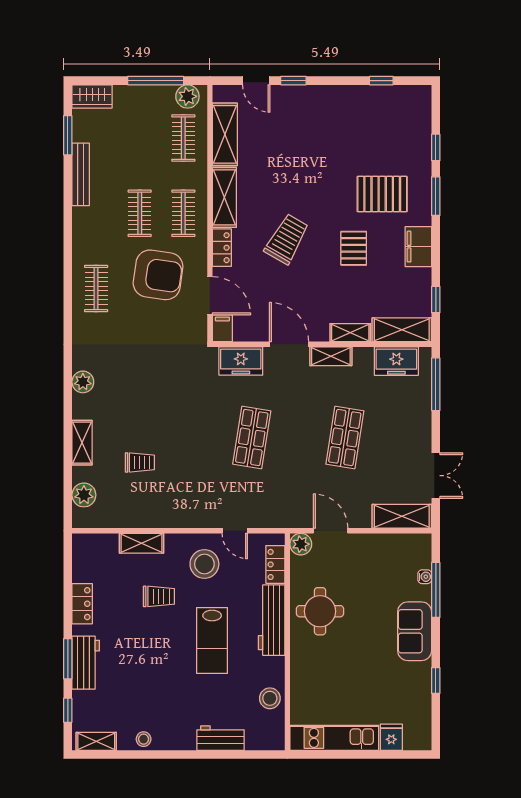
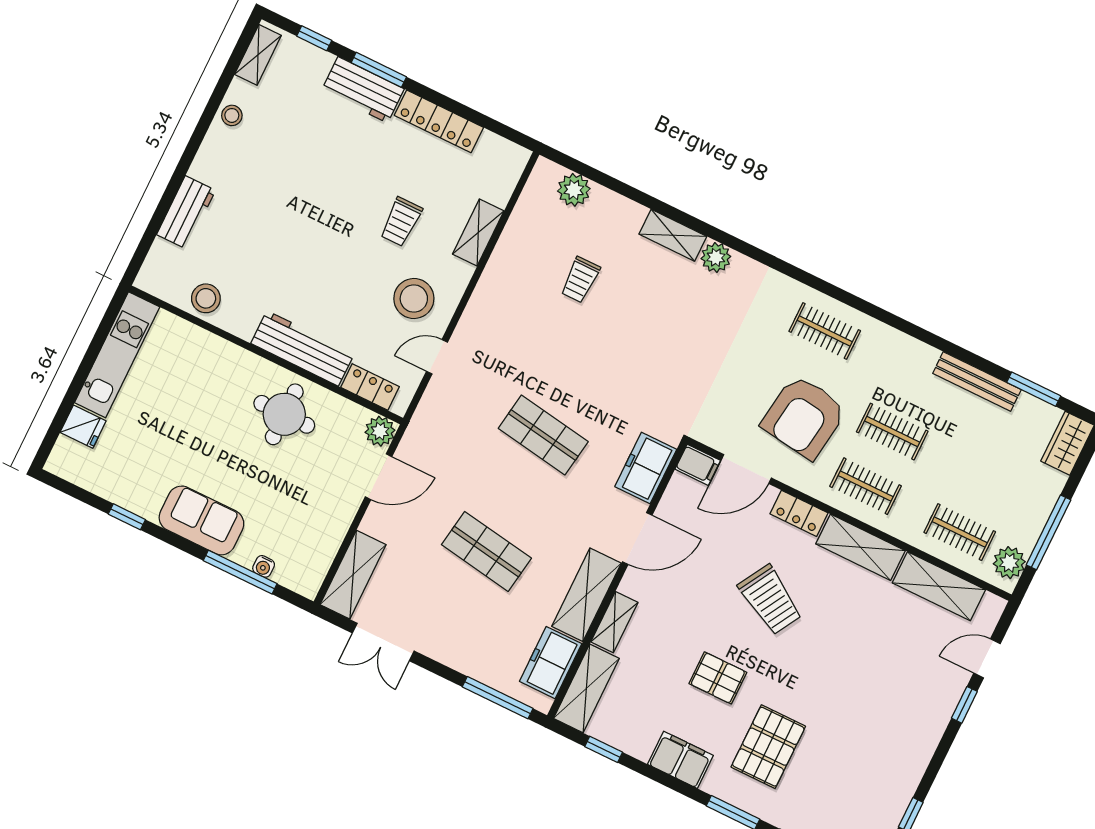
shelving: (331, 356) -> (586, 595), width x1.50, depth x1.33
shelving: (82, 443) -> (673, 235), moved
locker: (82, 604) -> (439, 121), width x1.53
lab bench: (212, 641) -> (313, 261), removed

